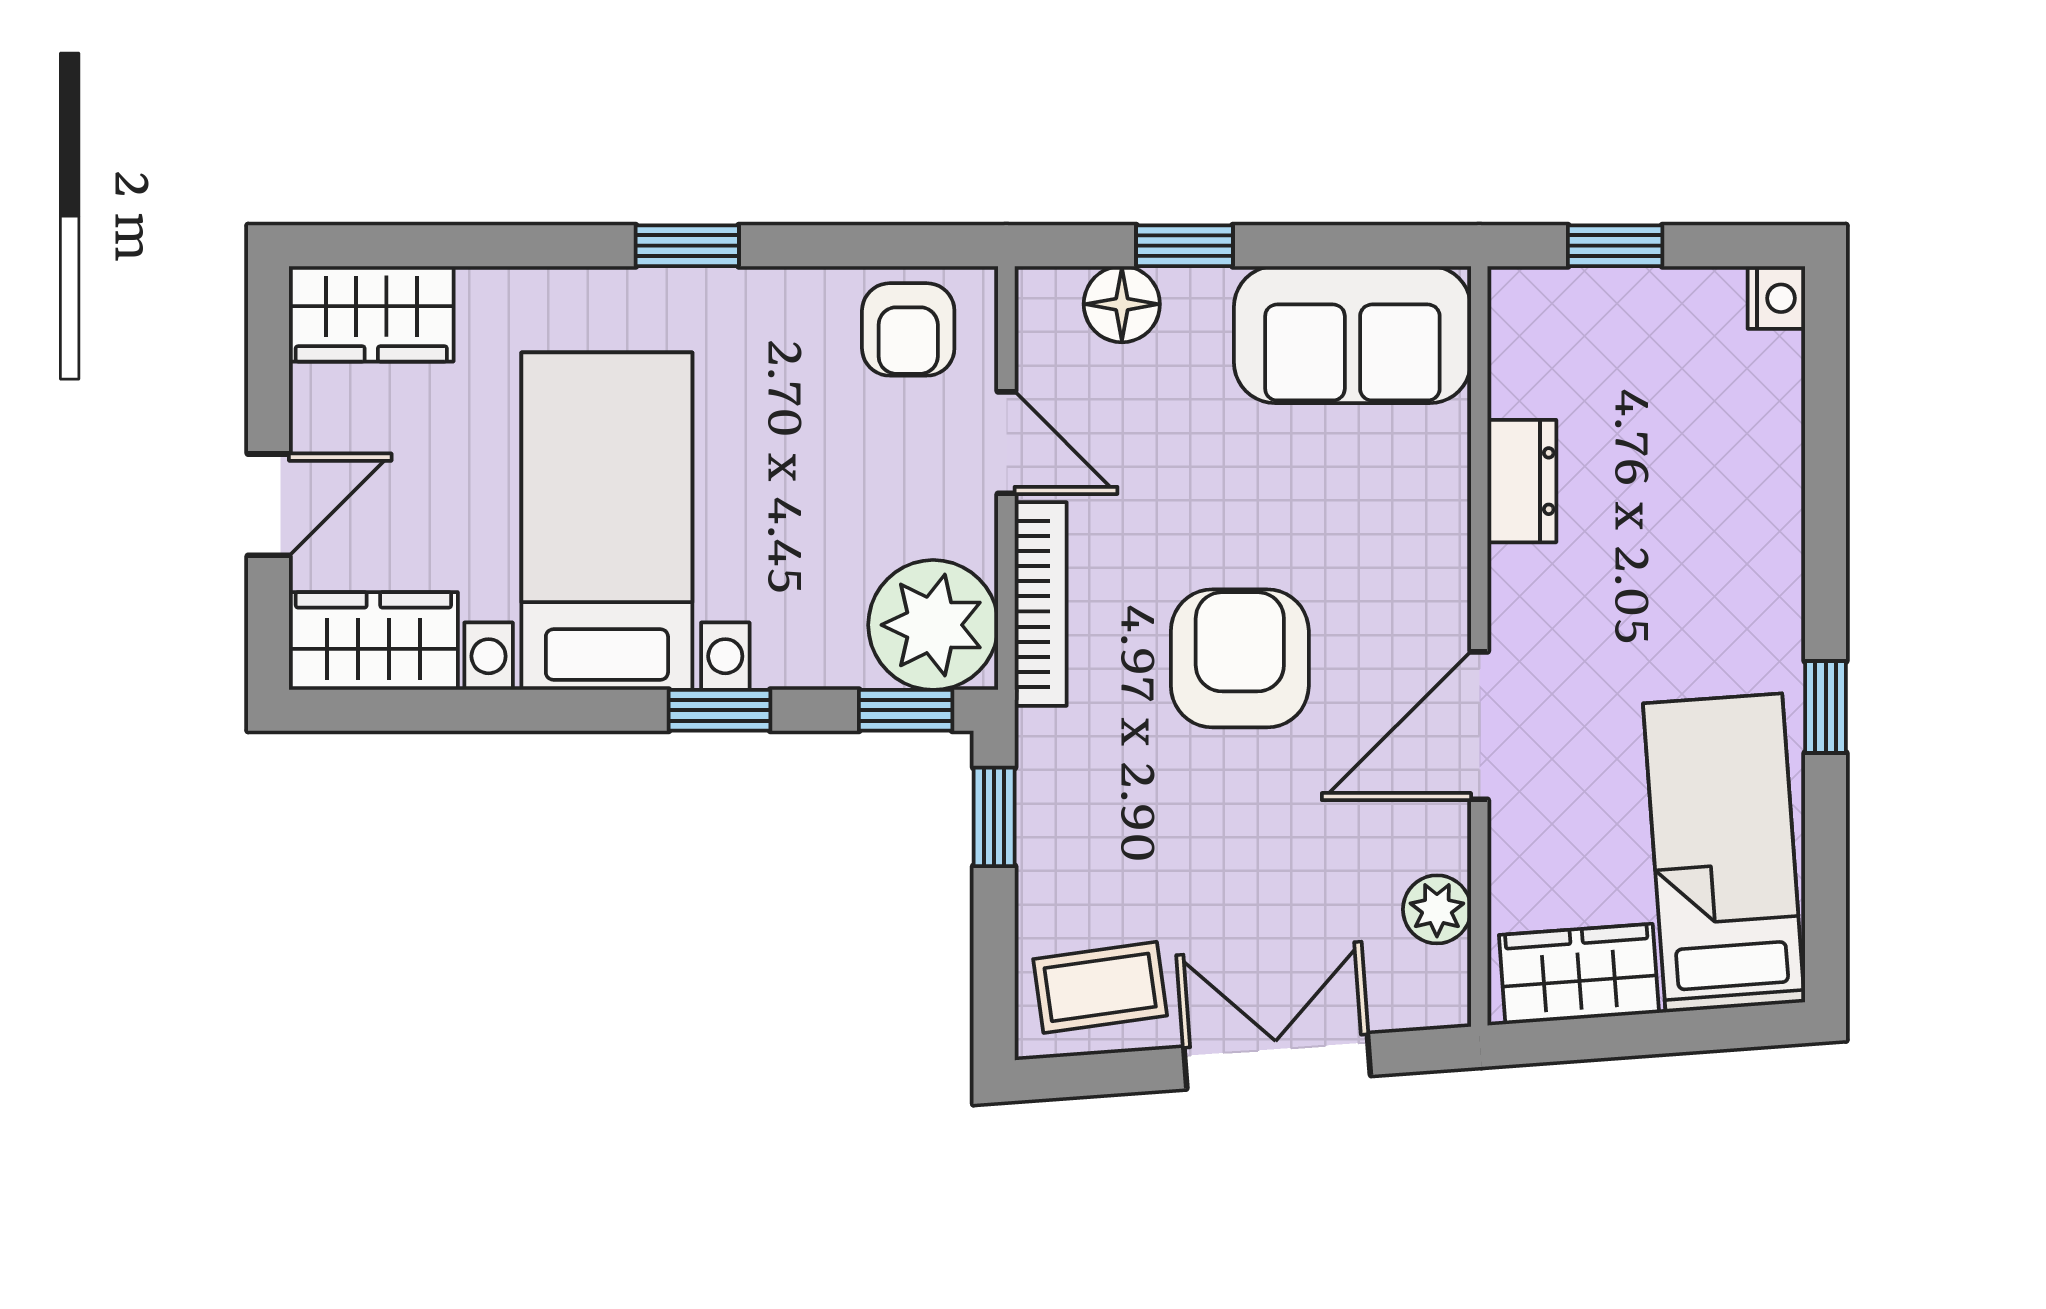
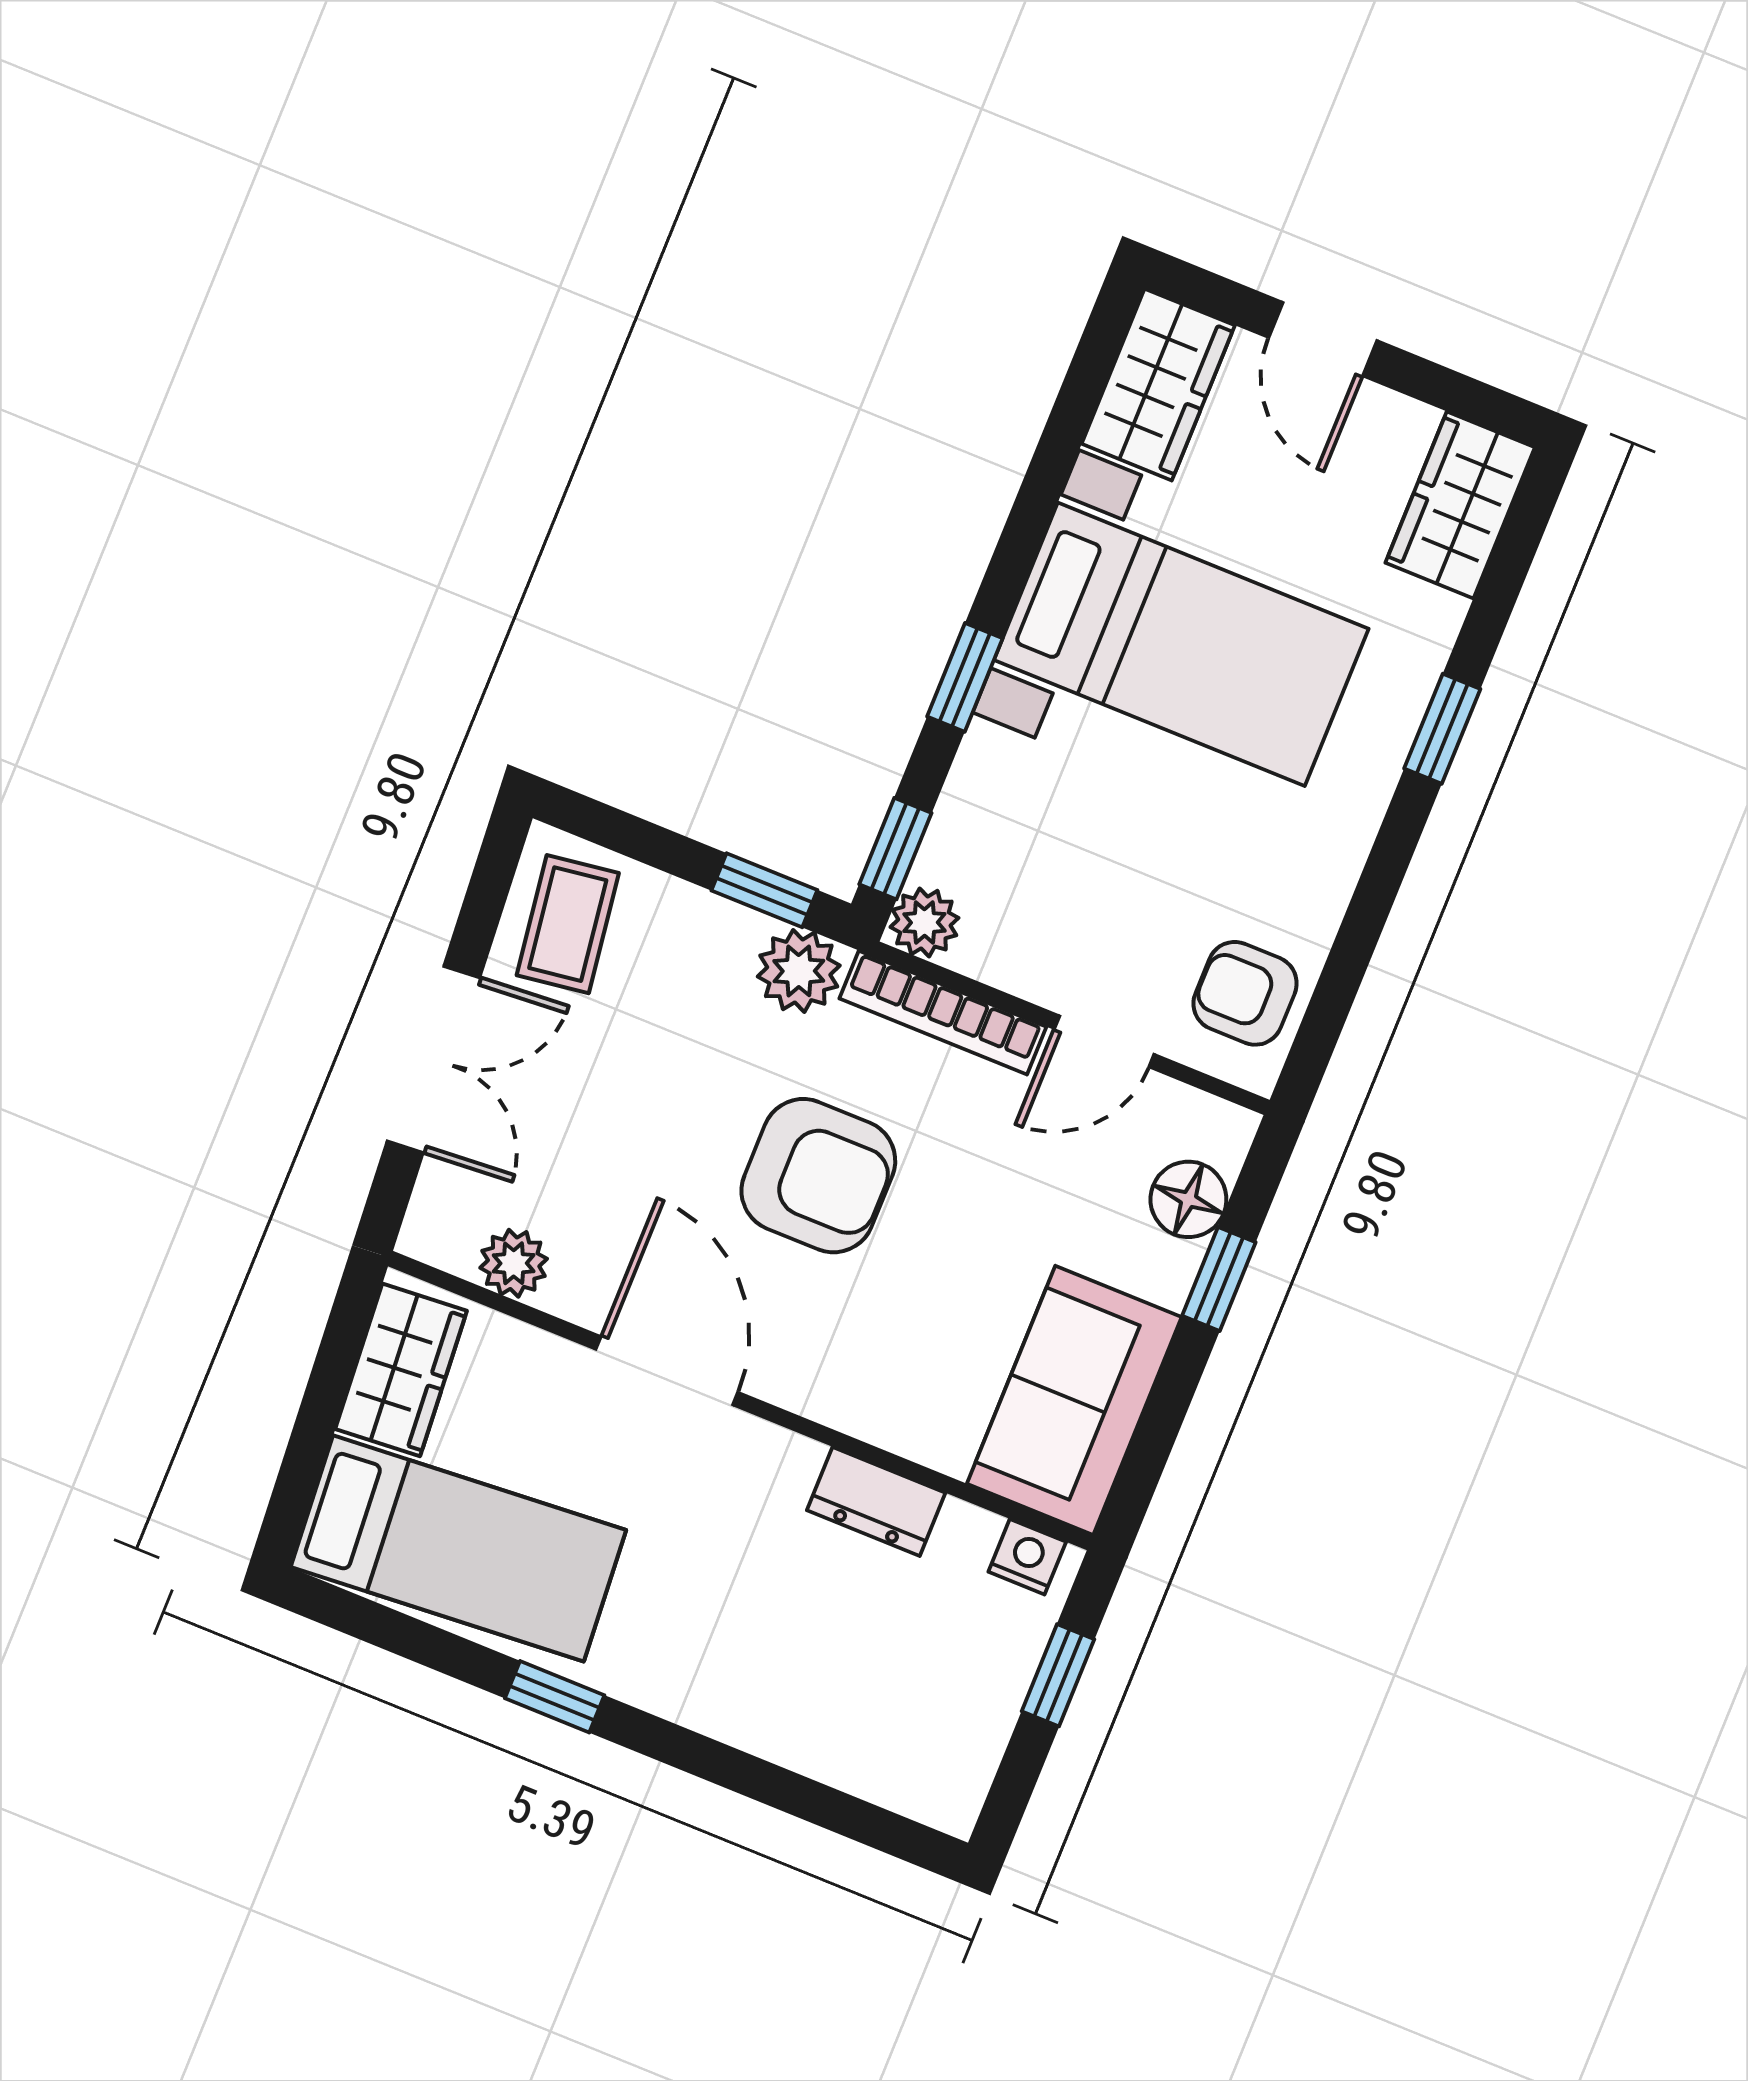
window: (687, 246) -> (1442, 729), moved
nightstand: (1776, 298) -> (1027, 1557), moved, turned 180
plant: (933, 625) -> (924, 922), width x0.53, depth x0.53
plant: (1056, 754) -> (799, 971), added

